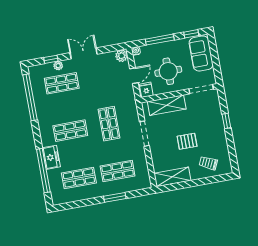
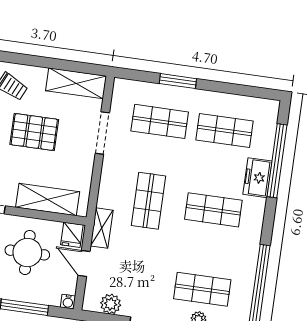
plant: (122, 56) -> (111, 304), moved
door: (134, 76) -> (84, 264), hinge flipped
shelving: (130, 99) -> (102, 228), added
doorway: (144, 134) -> (102, 133), moved
pallet: (187, 141) -> (34, 132), width x1.50, depth x1.42

